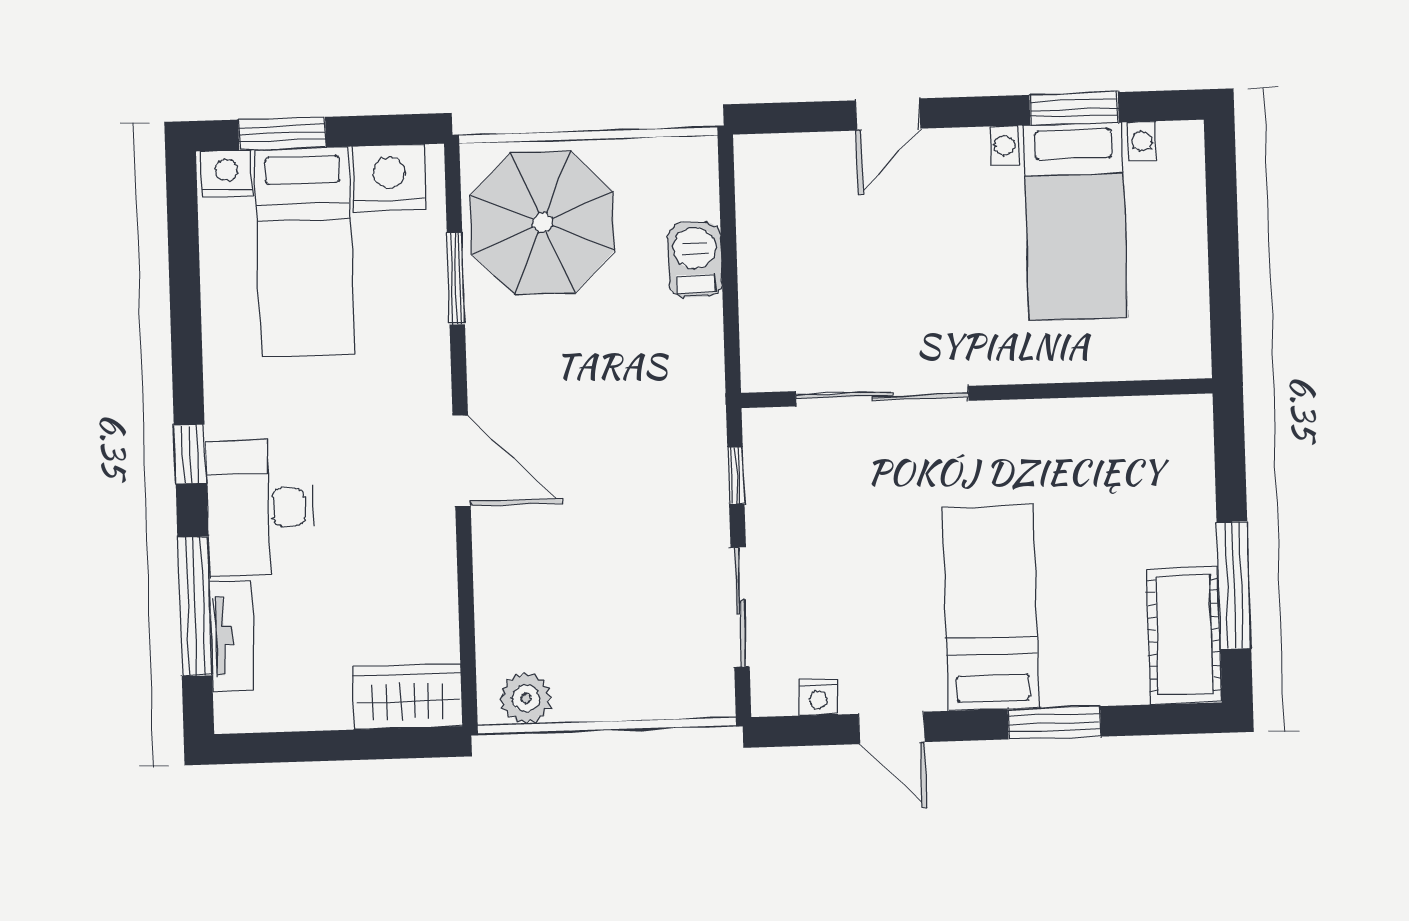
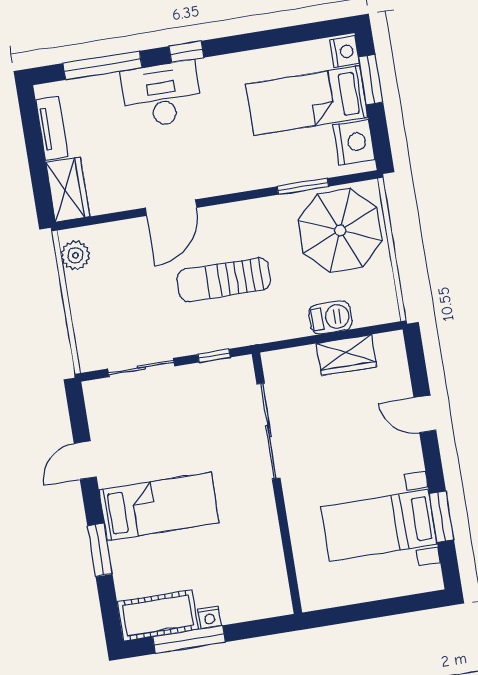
wardrobe: (765, 240) -> (346, 355), added
sun lounger: (603, 440) -> (224, 280), added
door: (462, 461) -> (171, 208), moved
tv unit: (232, 635) -> (52, 128), moved, turned -90
nightstand: (818, 697) -> (209, 617), moved, turned -90

